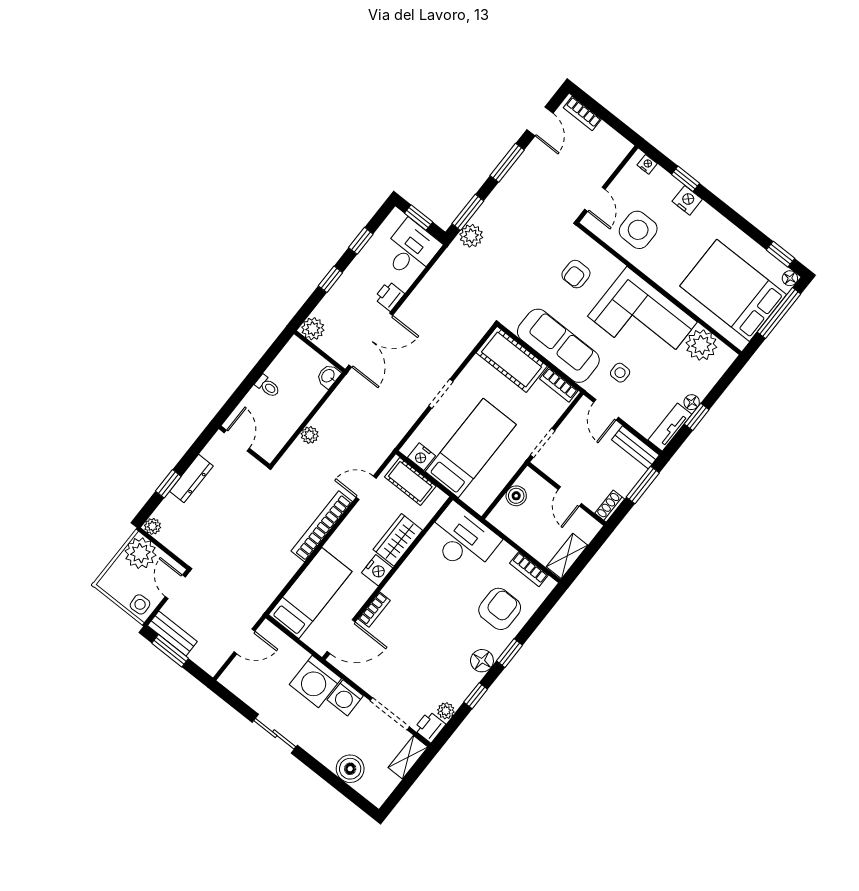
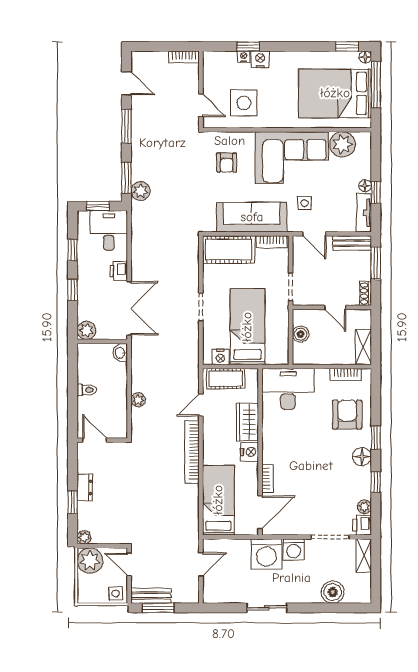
bookcase: (582, 113) -> (184, 57), moved
nightstand: (647, 164) -> (244, 57), moved
dresser: (191, 479) -> (85, 487), width x0.70

